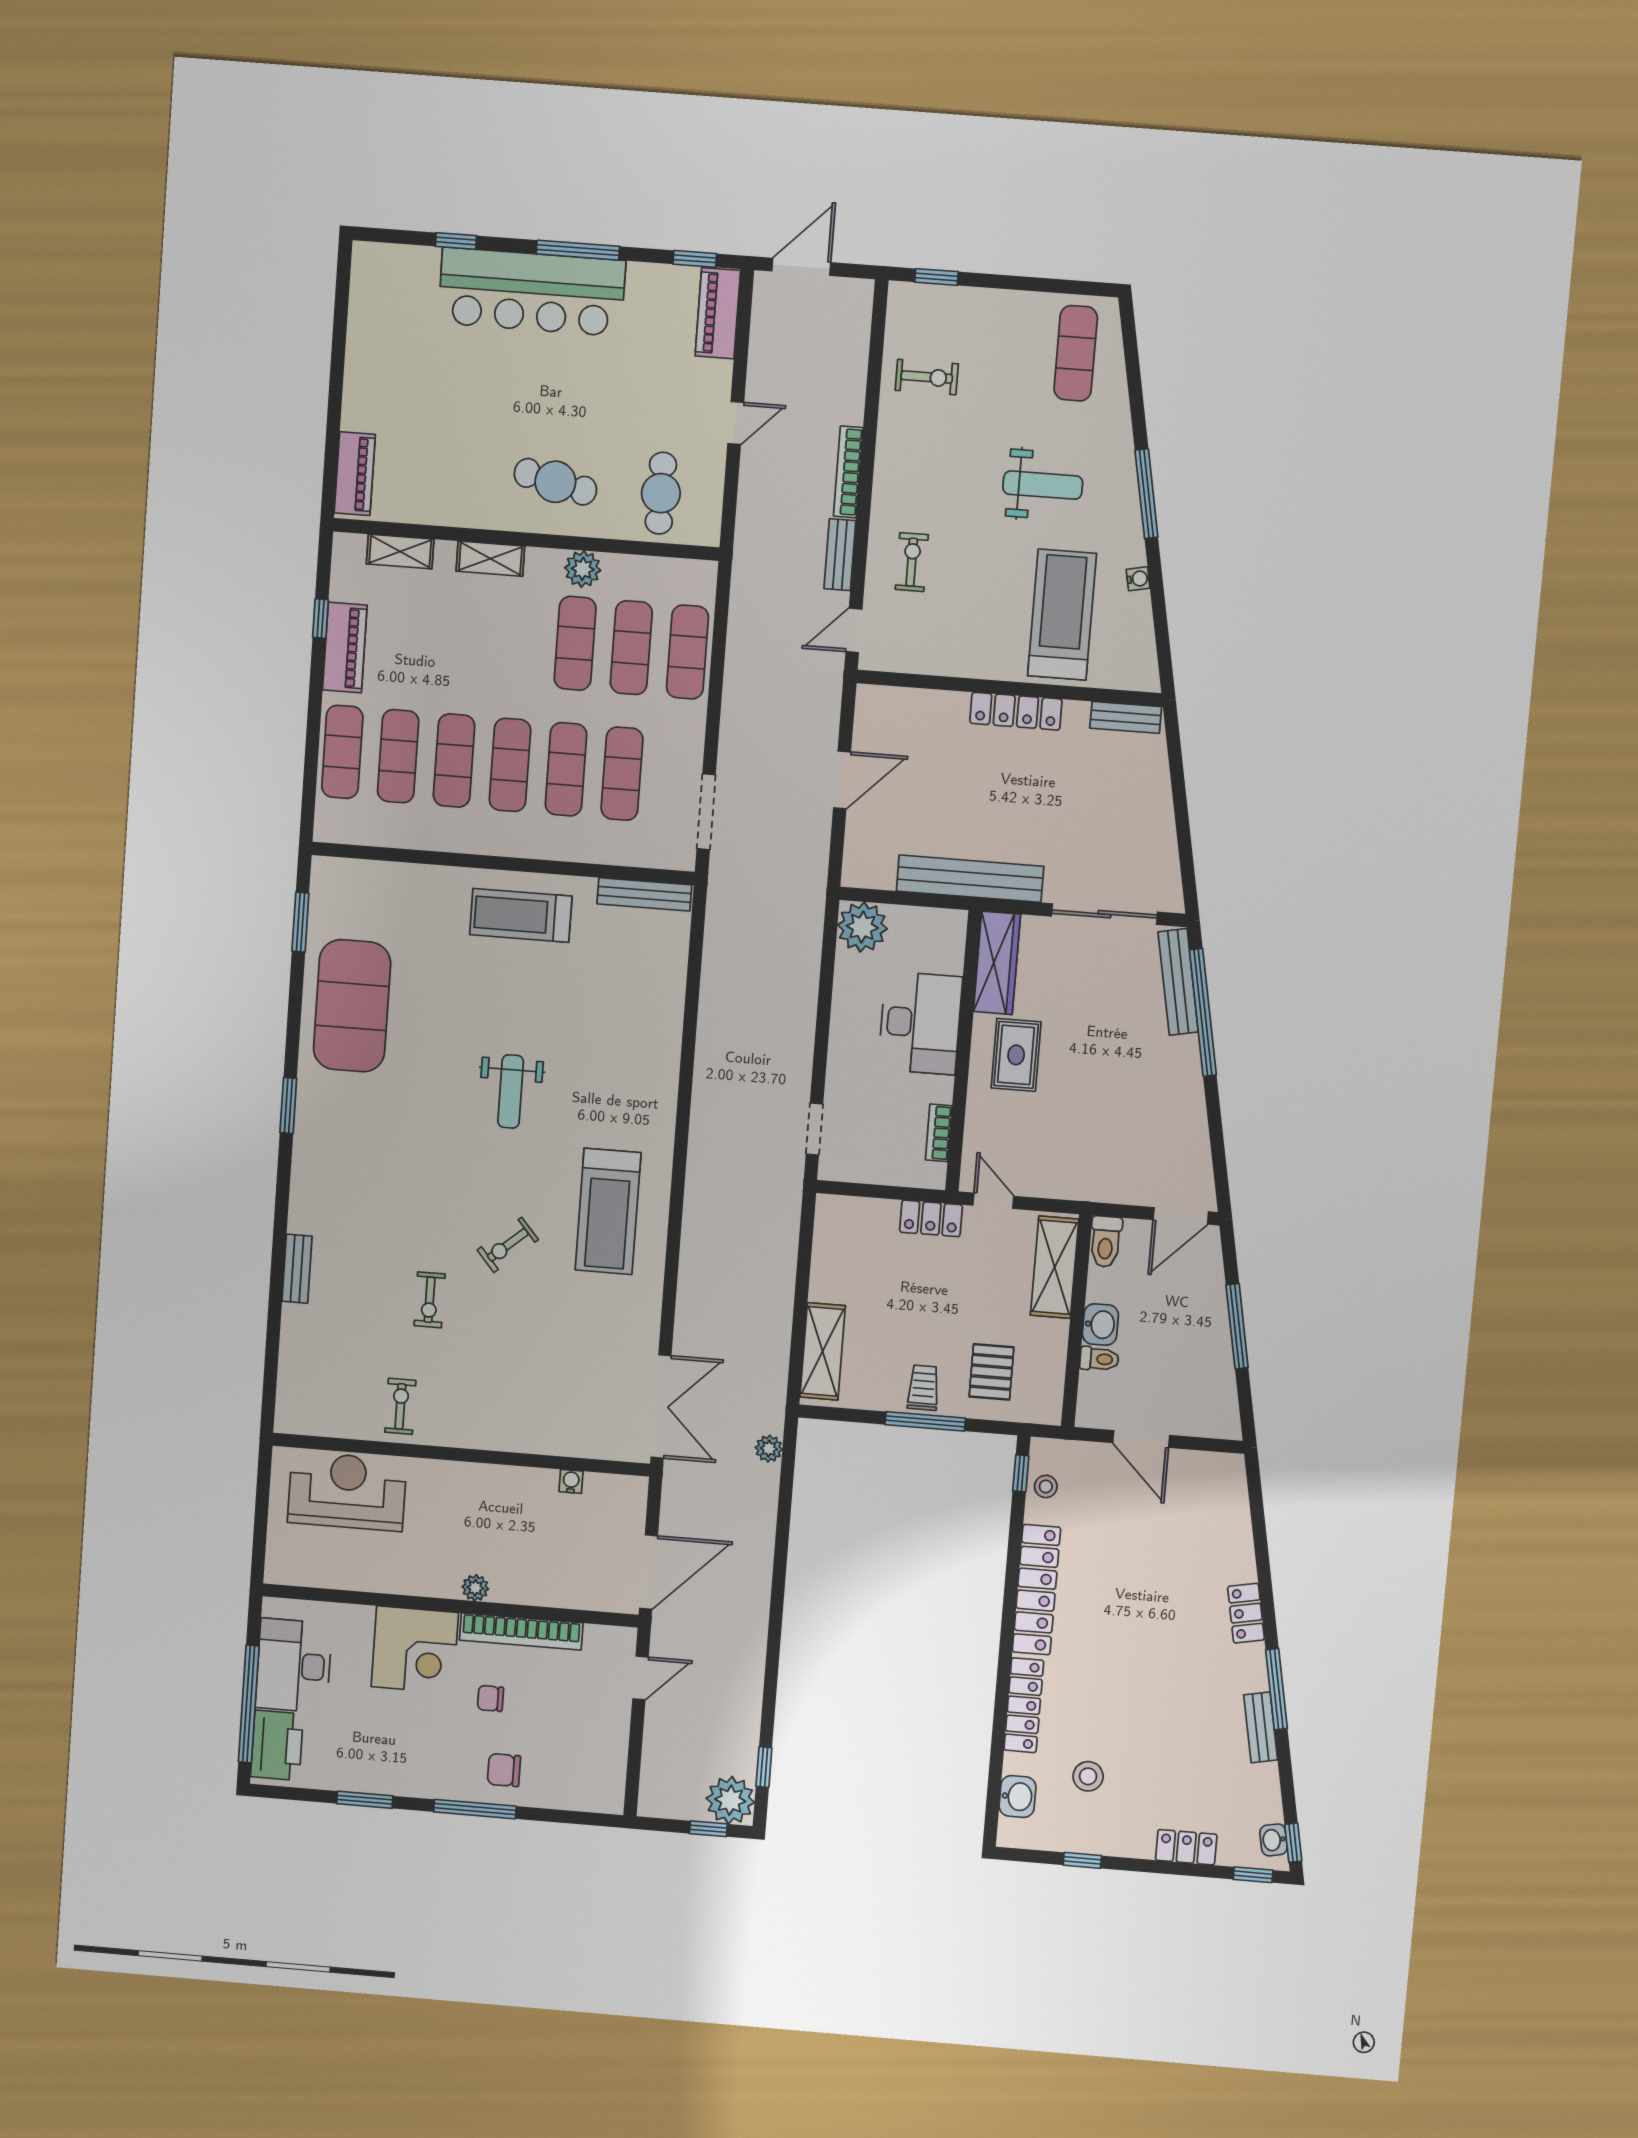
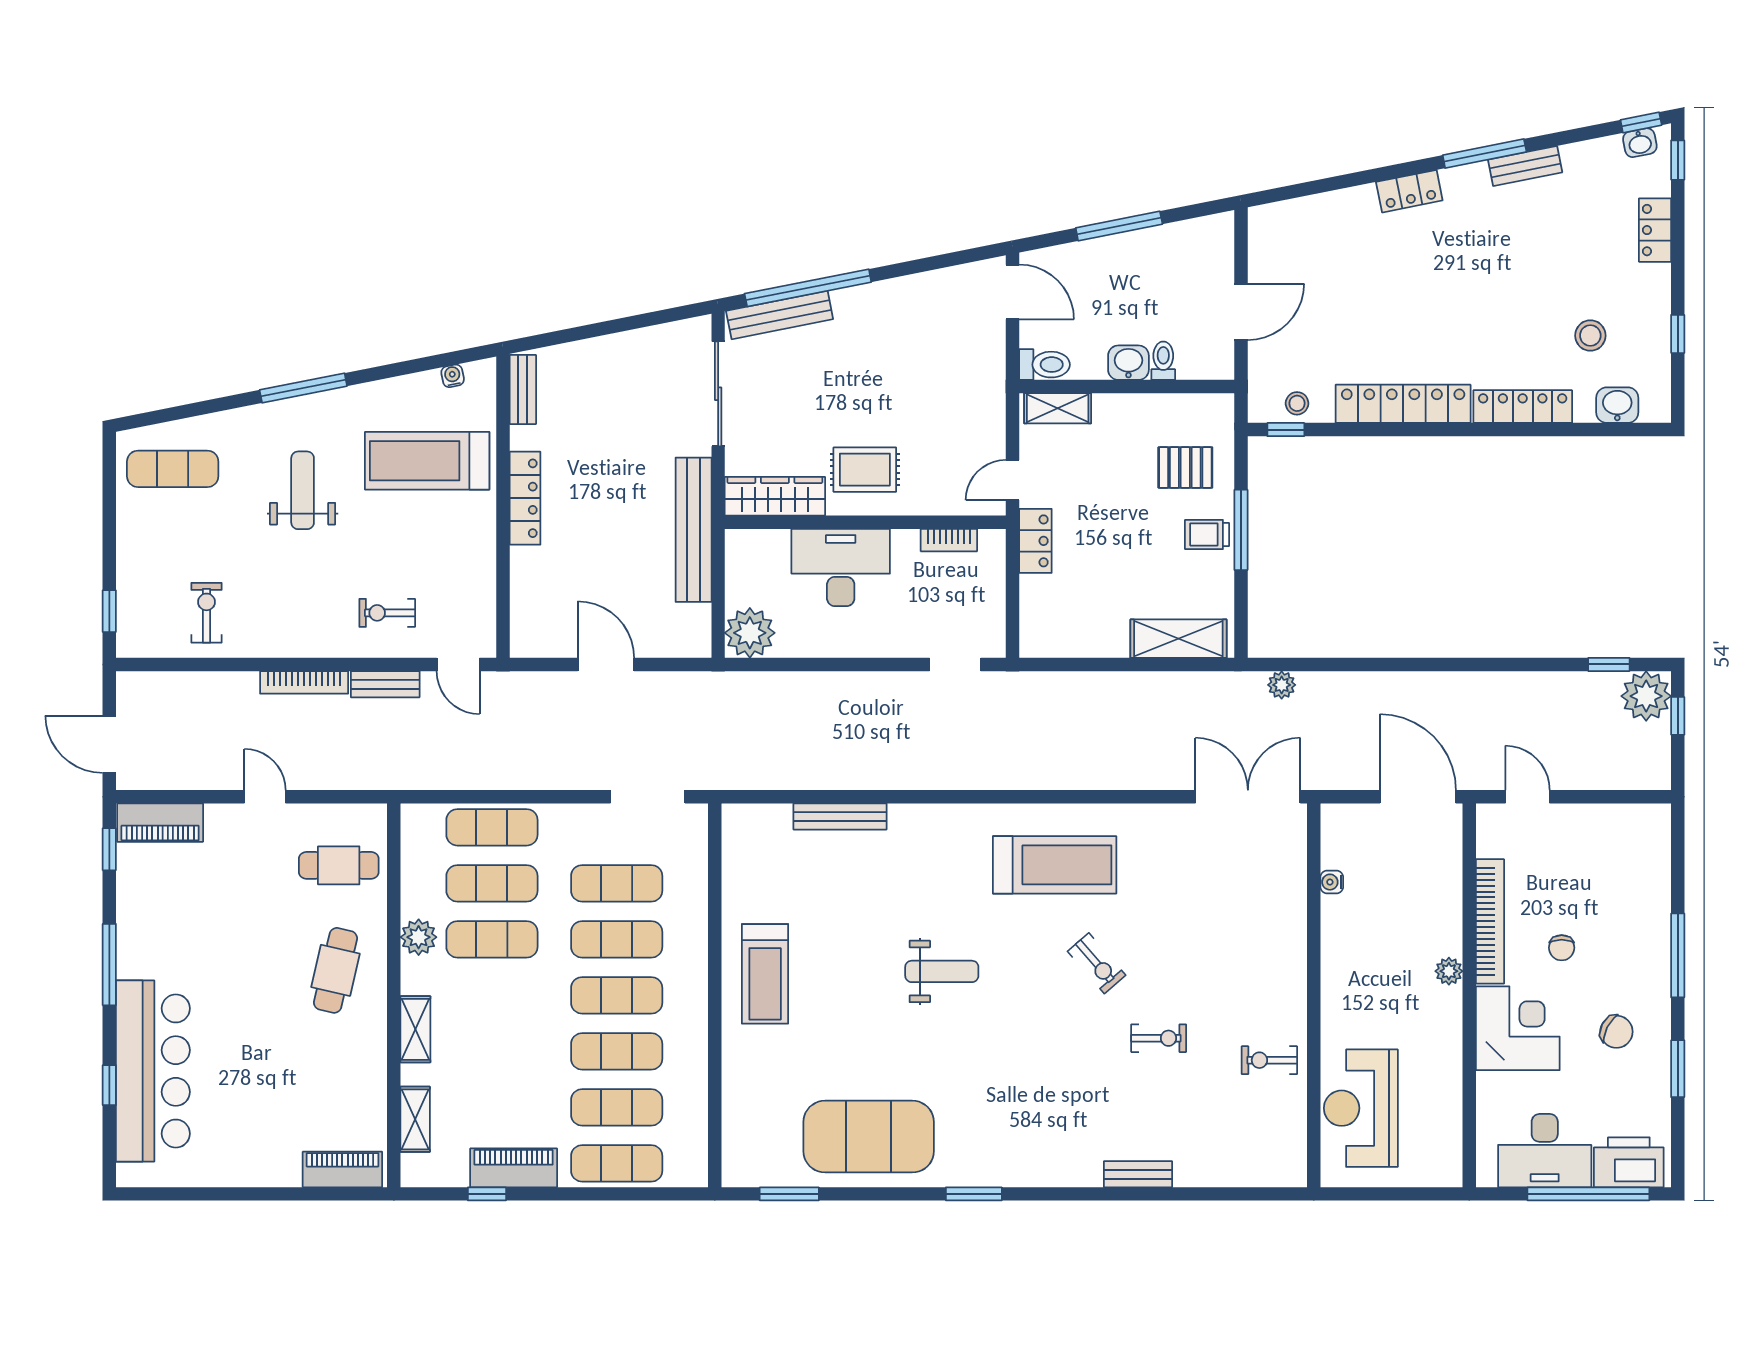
bar counter: (532, 292) -> (153, 1071), moved
water cooler: (1138, 579) -> (453, 376), moved
bench: (644, 894) -> (840, 817), moved, turned 90
shelving: (1055, 1267) -> (1058, 408), width x0.67, depth x0.75
chair: (504, 1770) -> (1616, 1032), moved, turned -63

